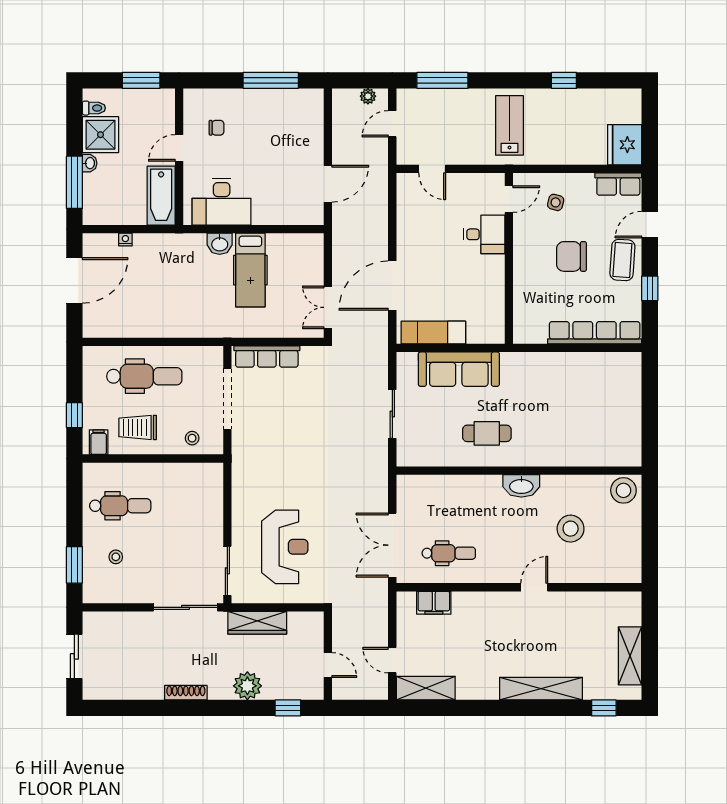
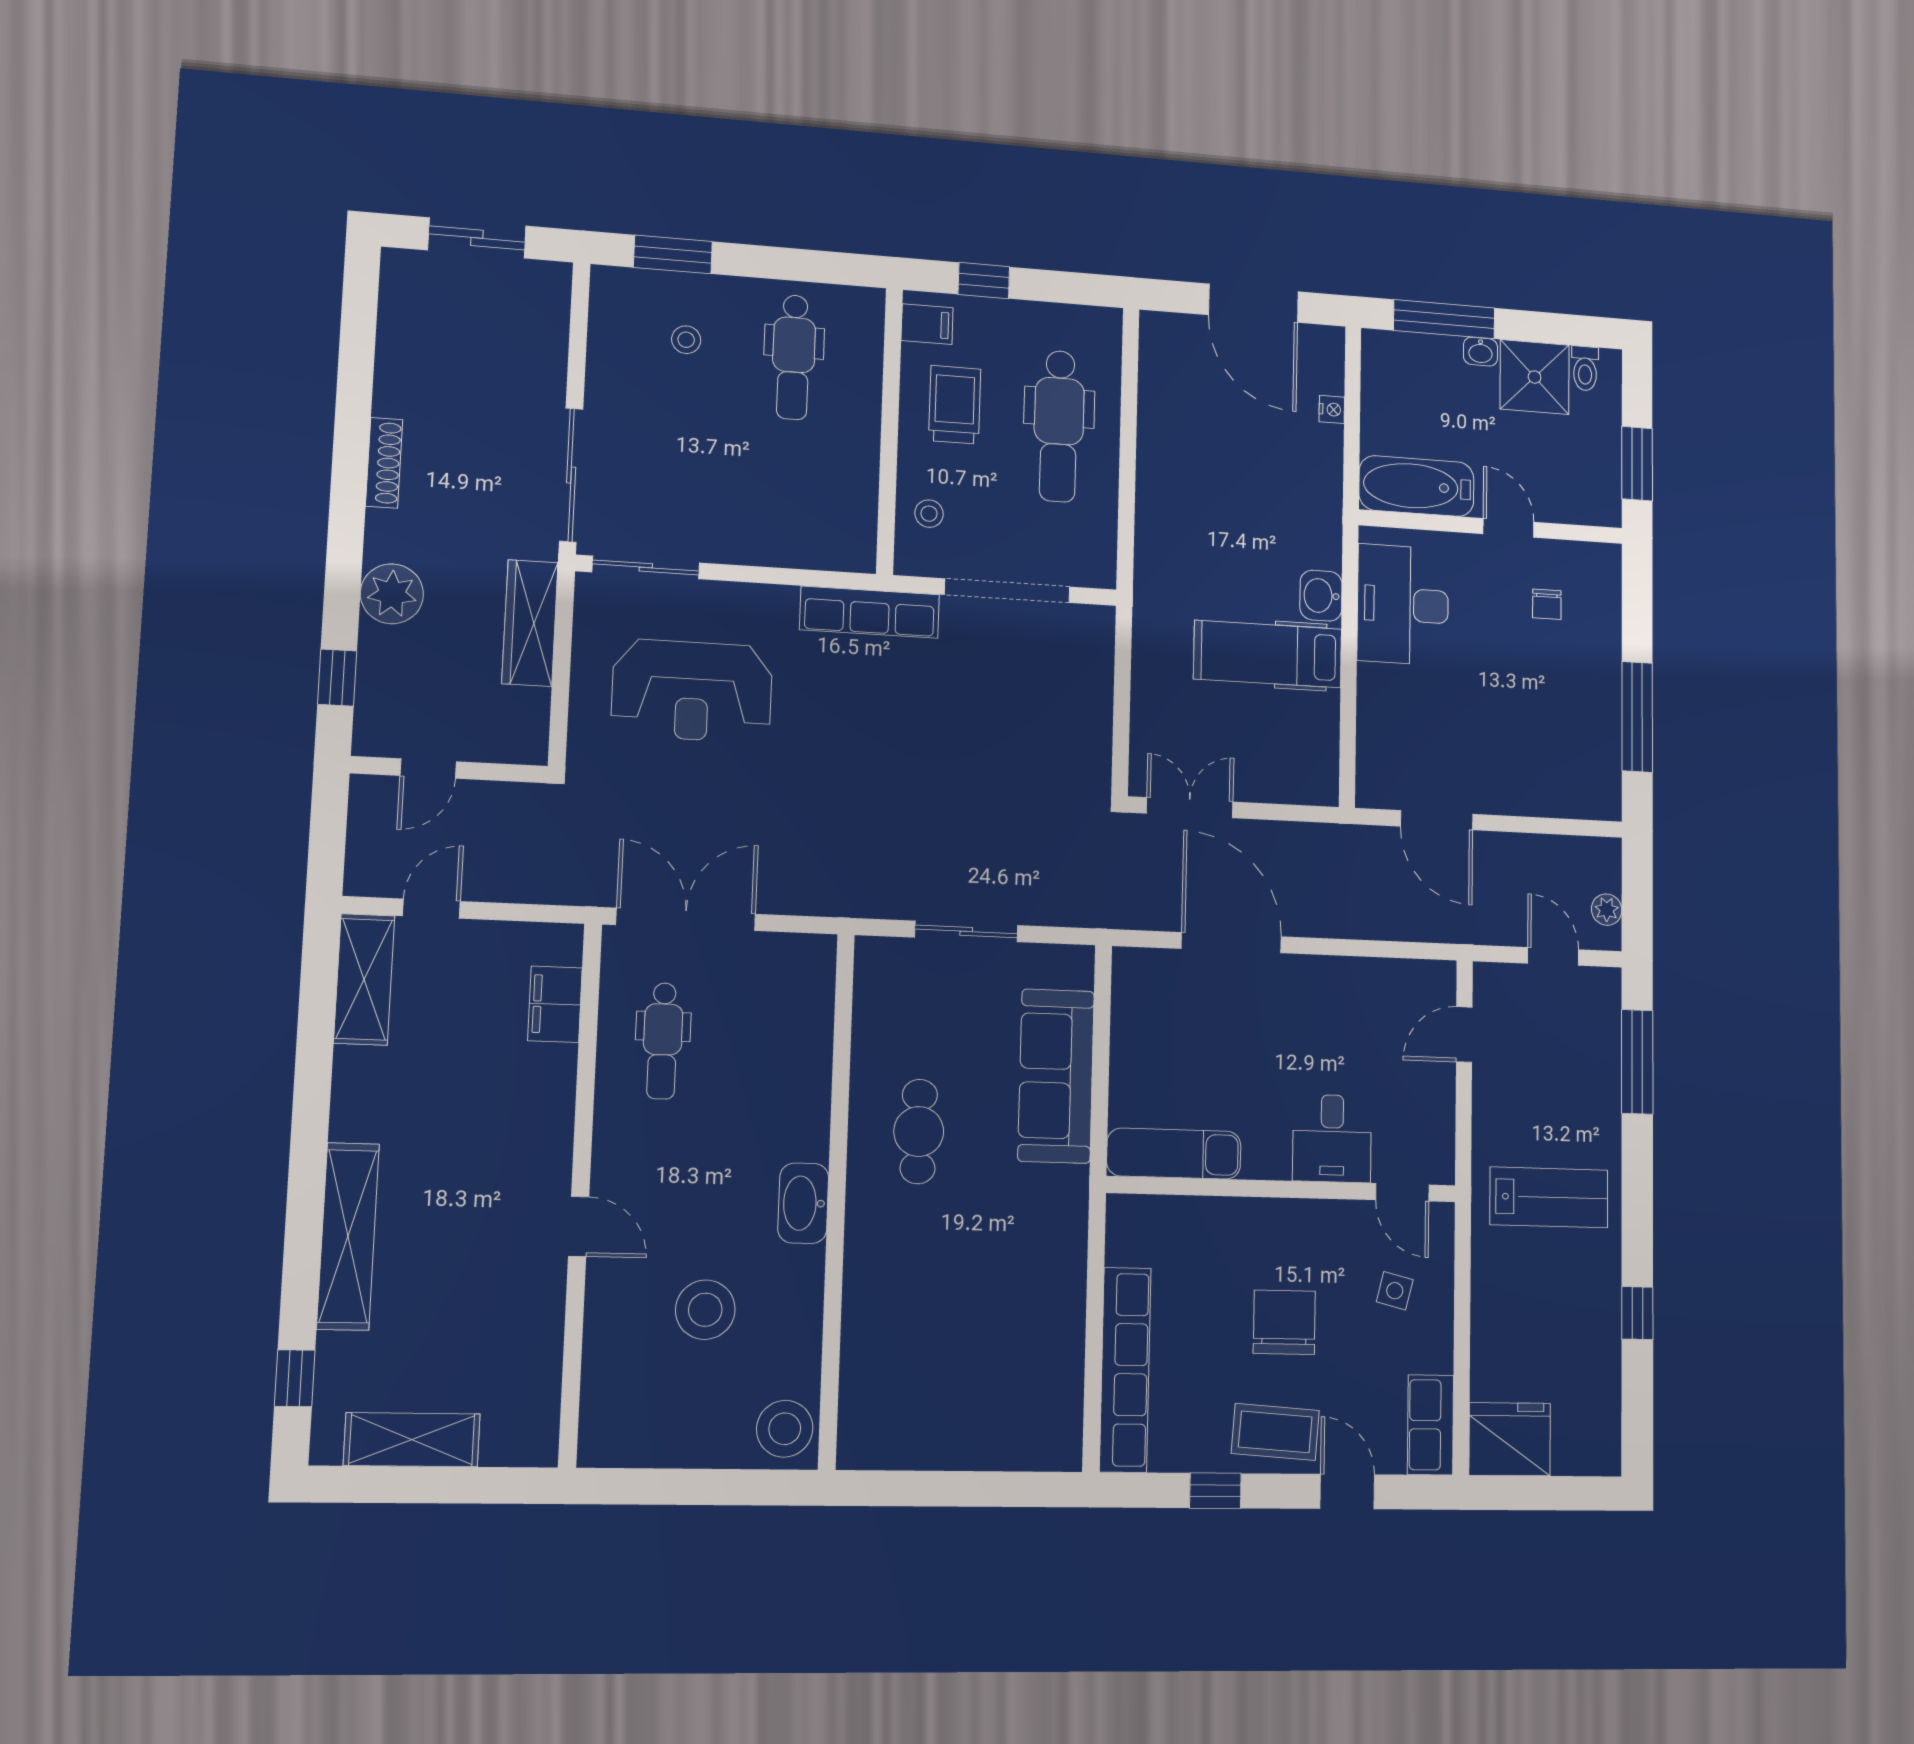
exam couch: (433, 333) -> (1174, 1154), moved, turned -90
row of seats: (267, 357) -> (870, 612), moved, turned -90

